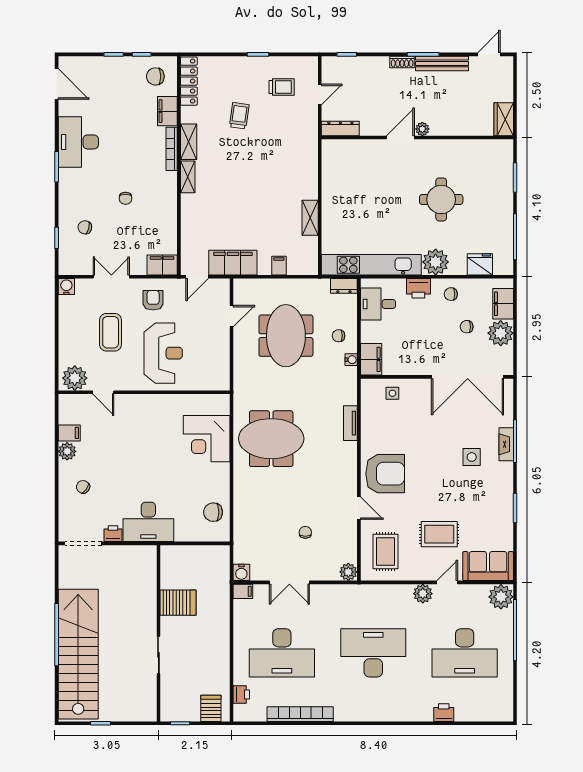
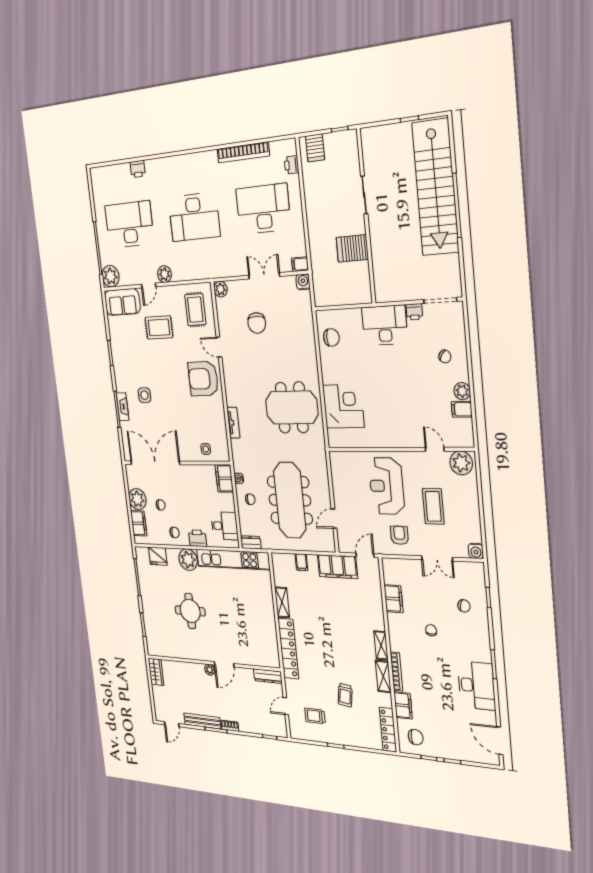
locker: (308, 164) -> (288, 649), added
filing cabinet: (162, 265) -> (394, 599), moved, turned -90
armchair: (153, 300) -> (399, 535), turned 180
meeting table: (286, 336) -> (290, 500), width x1.36
chair: (305, 532) -> (257, 323), width x1.87, depth x1.87

